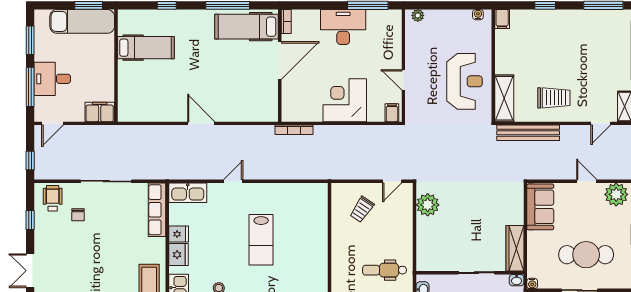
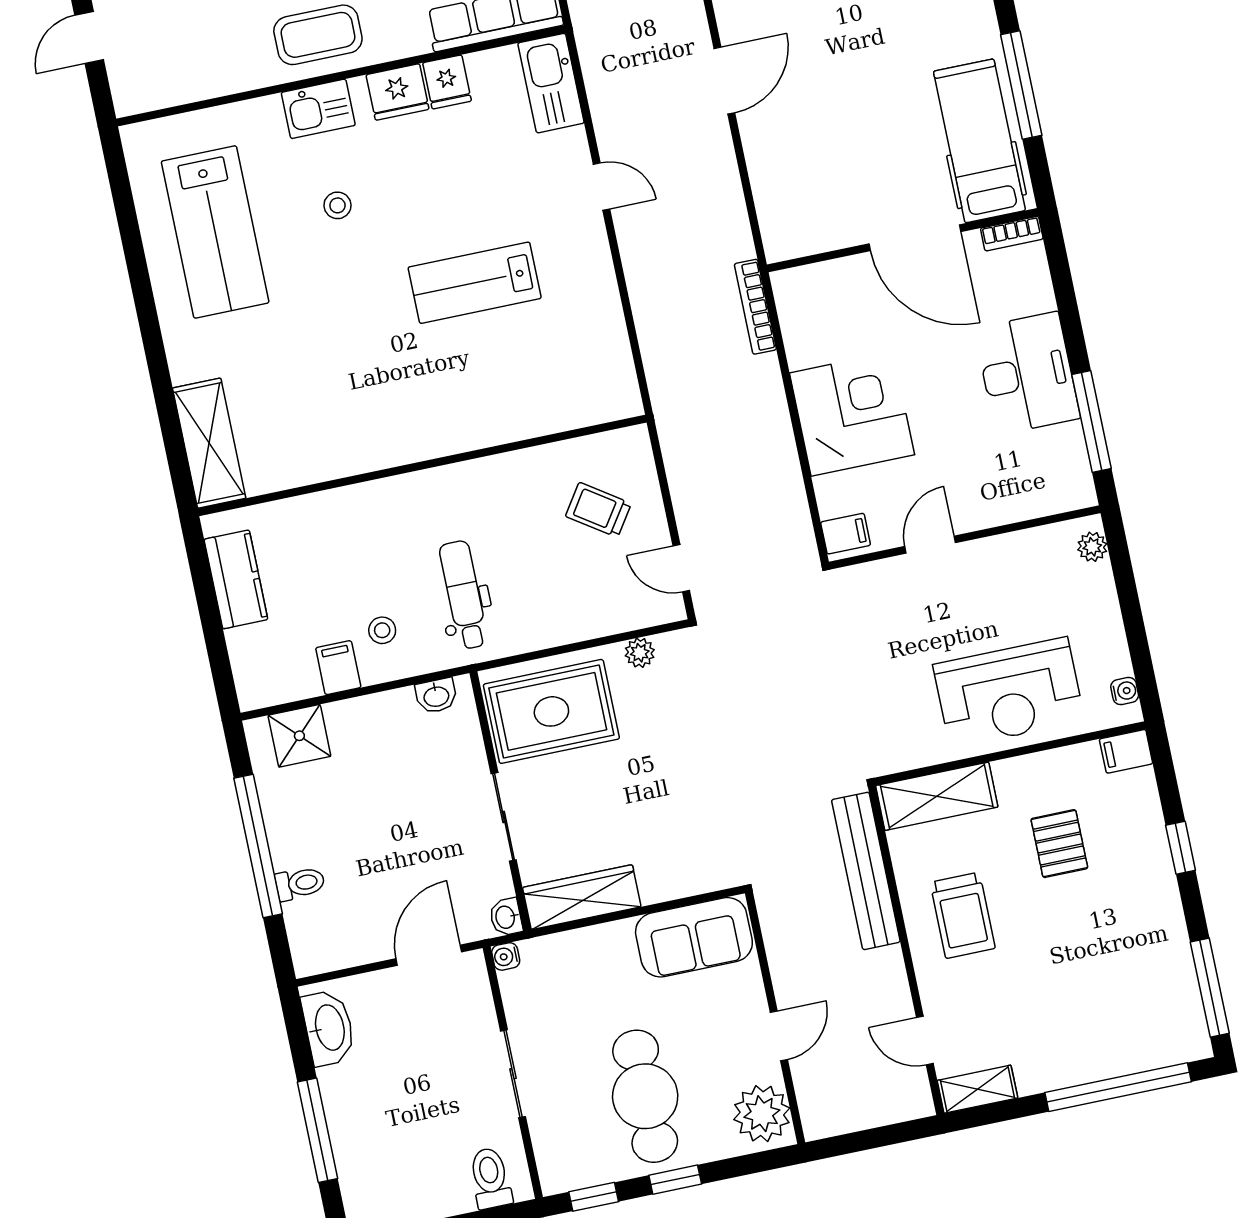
pallet: (533, 53) -> (1059, 844), added
reception desk: (464, 81) -> (1009, 693), moved
plant: (428, 205) -> (640, 653), width x0.53, depth x0.53
rug: (438, 245) -> (551, 711), added
cafe table: (586, 255) -> (645, 1096), moved

